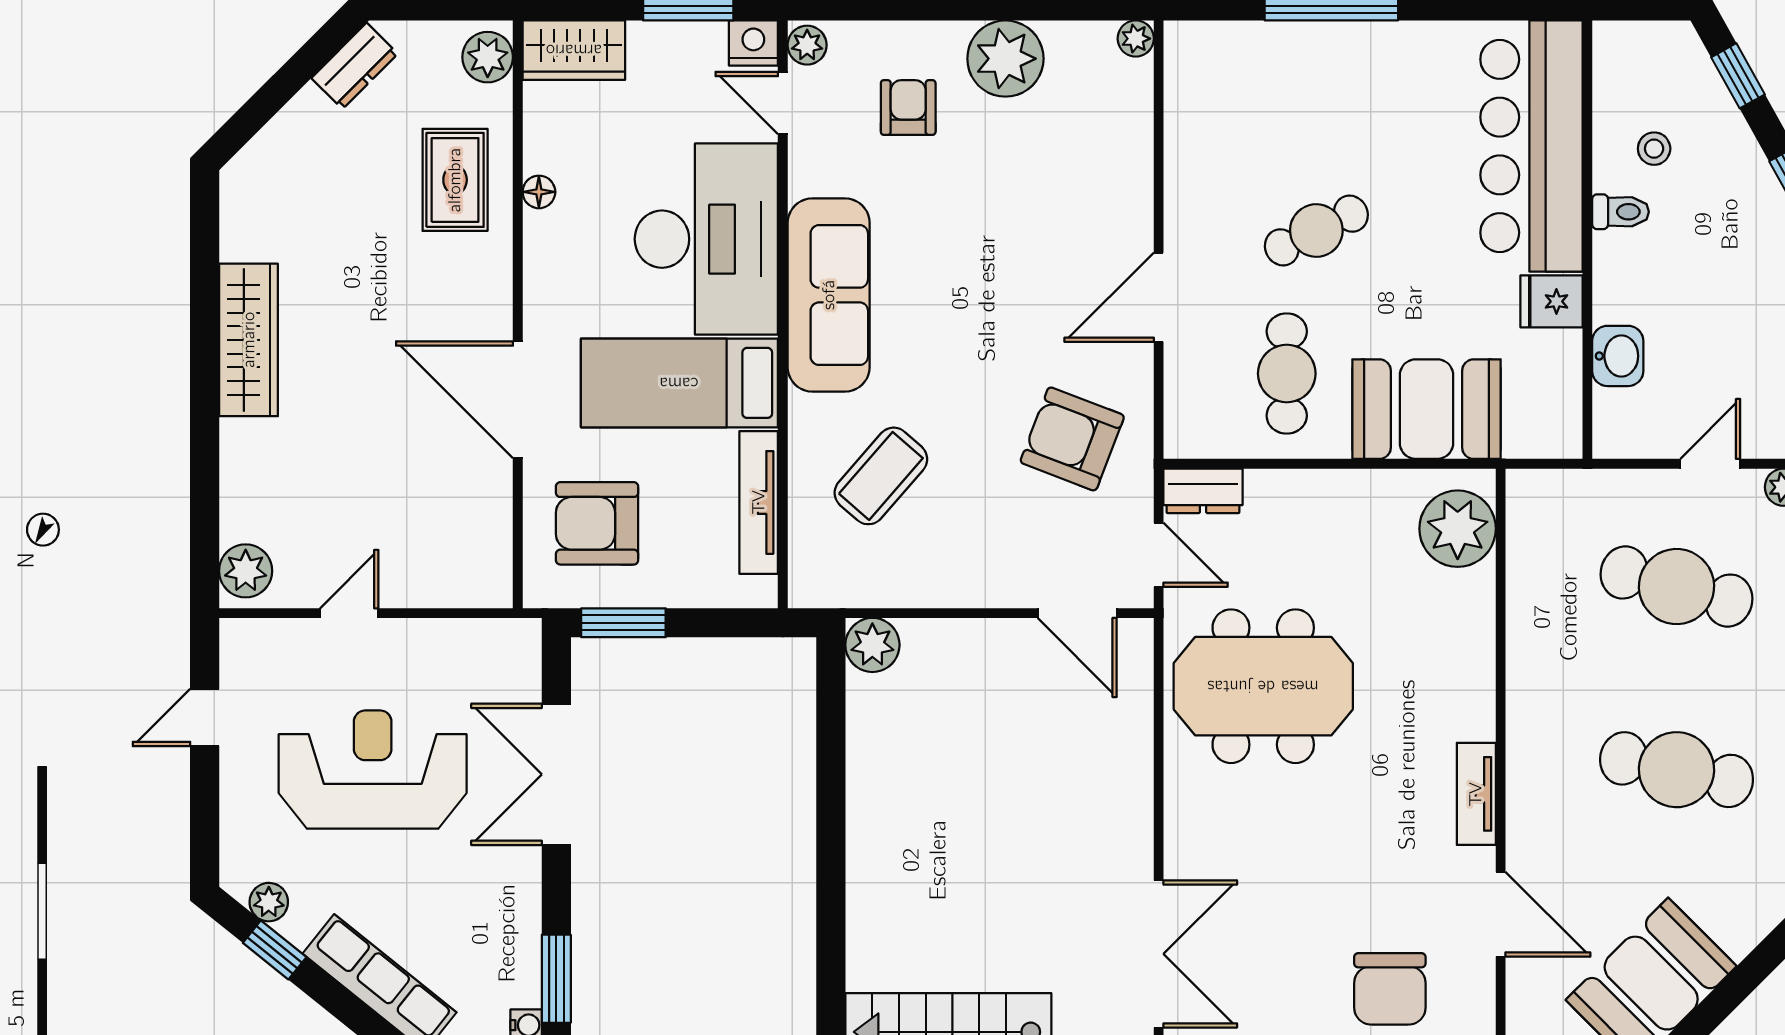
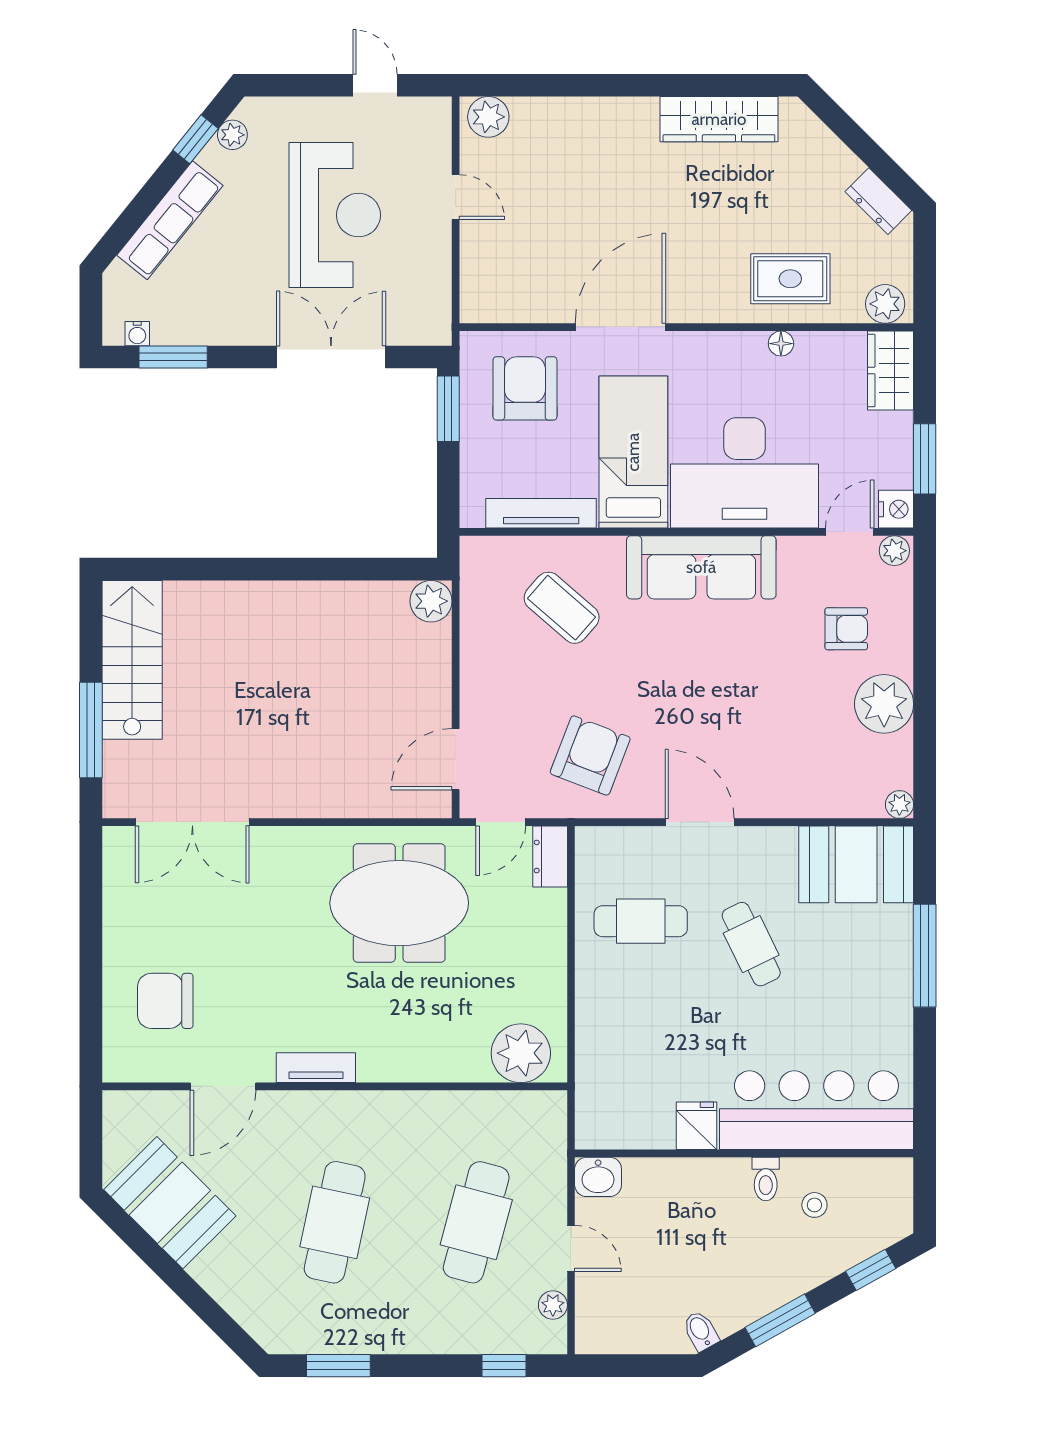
wardrobe: (249, 340) -> (719, 119), moved
washbasin: (1618, 356) -> (598, 1177), moved
booth: (1427, 409) -> (856, 864), moved, turned 90
meeting table: (1263, 686) -> (399, 903), turned 90

